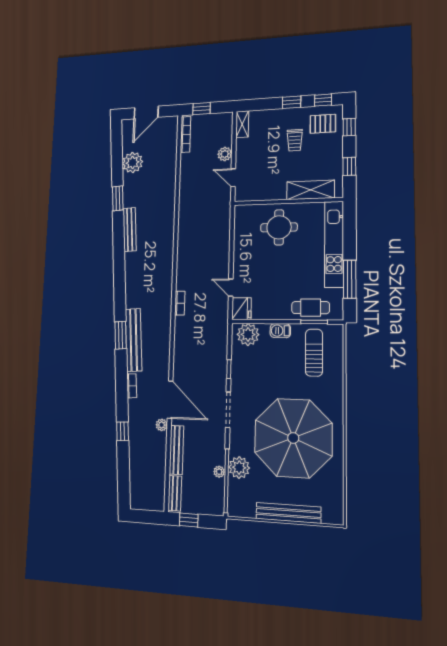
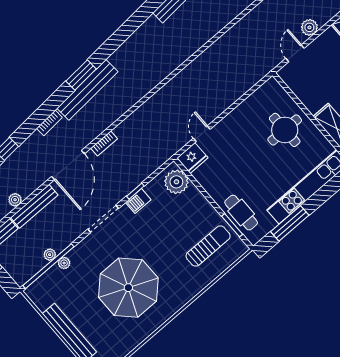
bookcase: (180, 303) -> (104, 143), moved
barbecue: (280, 331) -> (138, 201), moved, turned -90
plant: (162, 425) -> (15, 200), moved
parasol: (293, 438) -> (128, 288), width x0.73, depth x0.73
plant: (239, 468) -> (64, 263), width x0.53, depth x0.53

